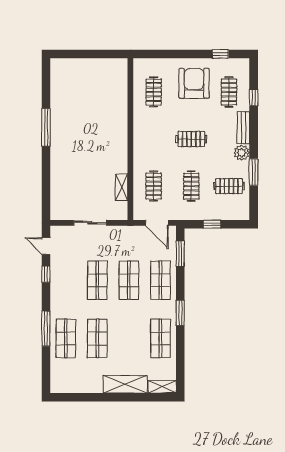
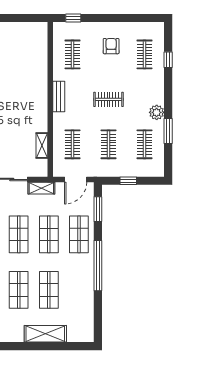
window: (220, 54) -> (73, 18), moved
armchair: (194, 83) -> (111, 46), width x0.53, depth x0.53
bench: (243, 128) -> (59, 96), moved
clothes rail: (229, 186) -> (145, 144), turned 90
door: (157, 223) -> (76, 179), hinge flipped
window: (180, 313) -> (98, 266), width x2.11
shop shelf: (160, 338) -> (49, 290), moved
shelving: (162, 387) -> (41, 188), moved

